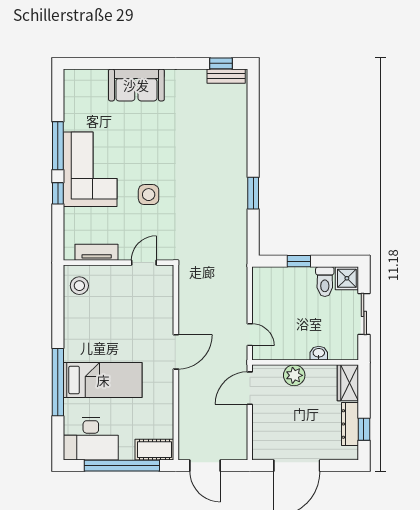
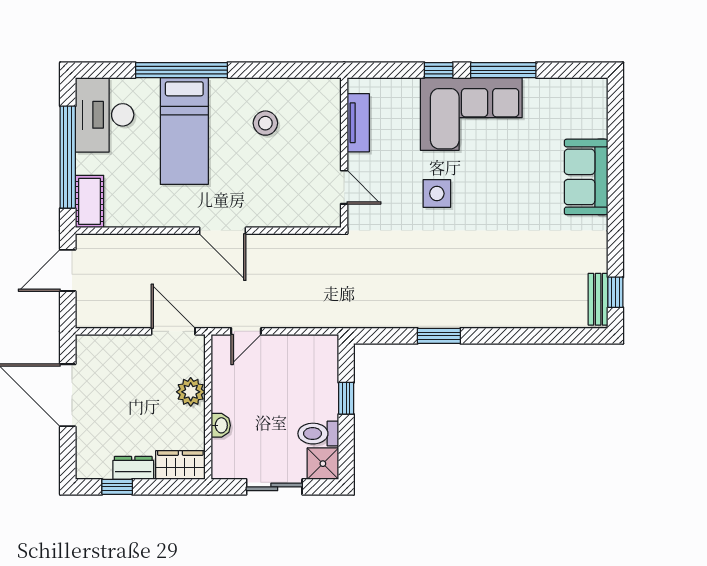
stool: (79, 286) -> (265, 123), moved
dresser: (350, 424) -> (133, 468), width x0.70

